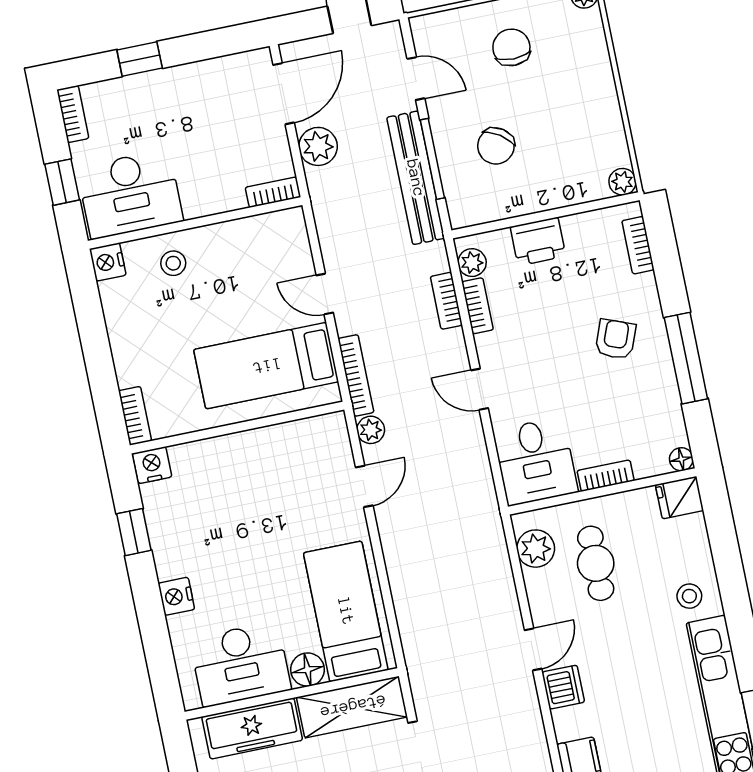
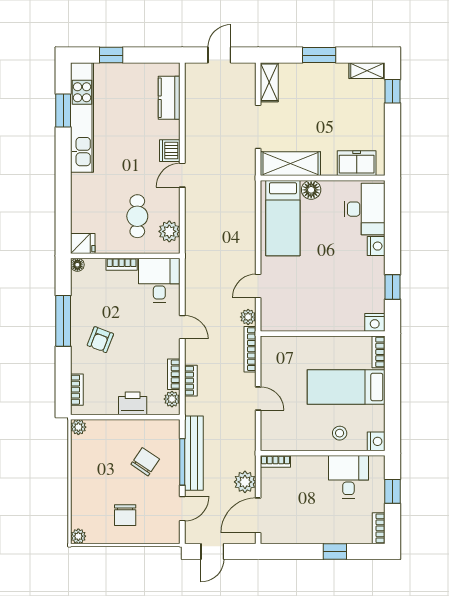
door: (416, 79) -> (182, 509), swing flipped
desk: (130, 194) -> (348, 477), width x0.73
bed: (266, 366) -> (346, 387), moved, turned 180
stool: (689, 596) -> (89, 187), removed
desk: (240, 664) -> (365, 209), moved, turned 90
freezer: (252, 728) -> (357, 163), width x0.71

